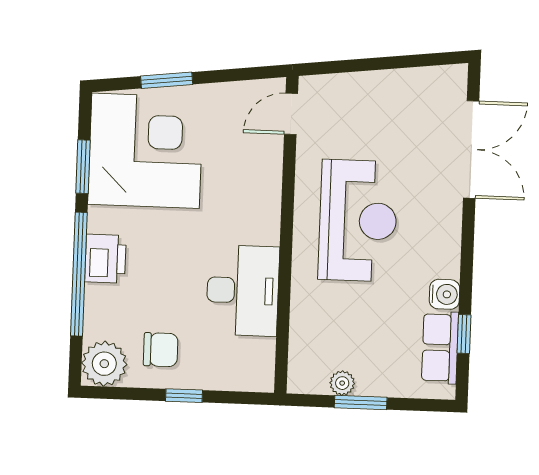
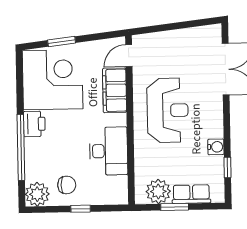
window: (83, 167) -> (20, 90), removed
filing cabinet: (261, 177) -> (115, 90), added
printer: (105, 259) -> (34, 124), moved
row of seats: (440, 348) -> (191, 194), moved, turned 90
plant: (342, 383) -> (158, 191), width x1.87, depth x1.87

